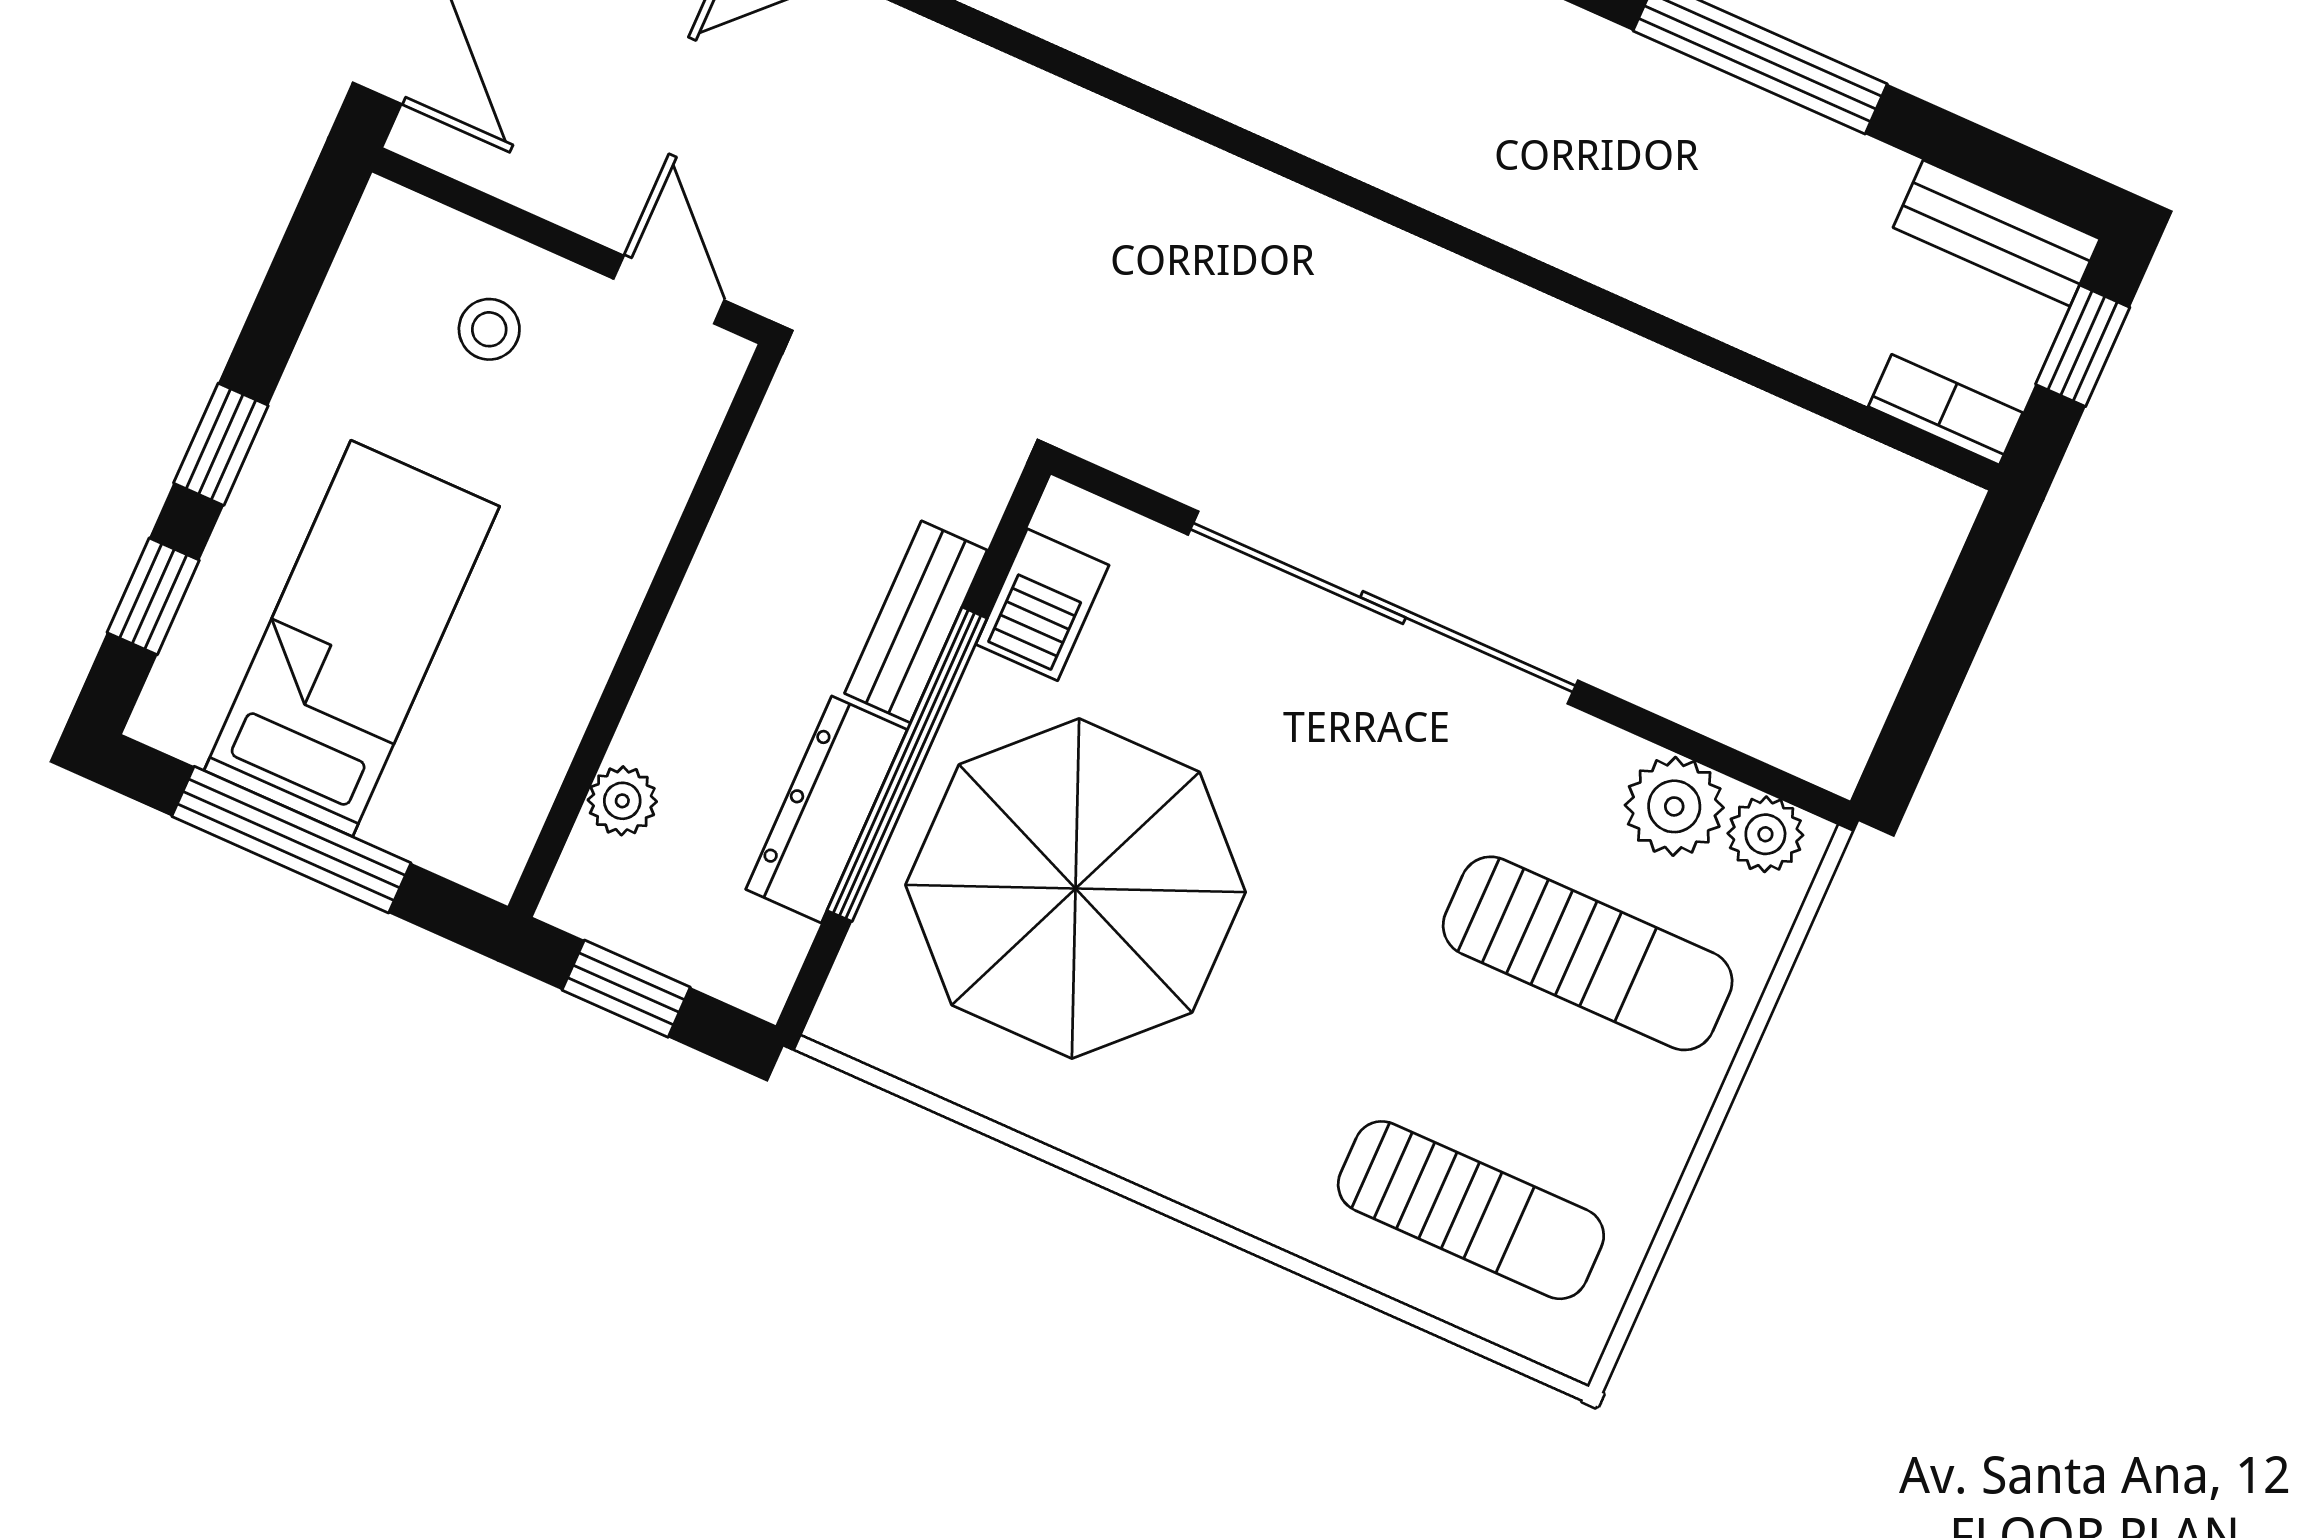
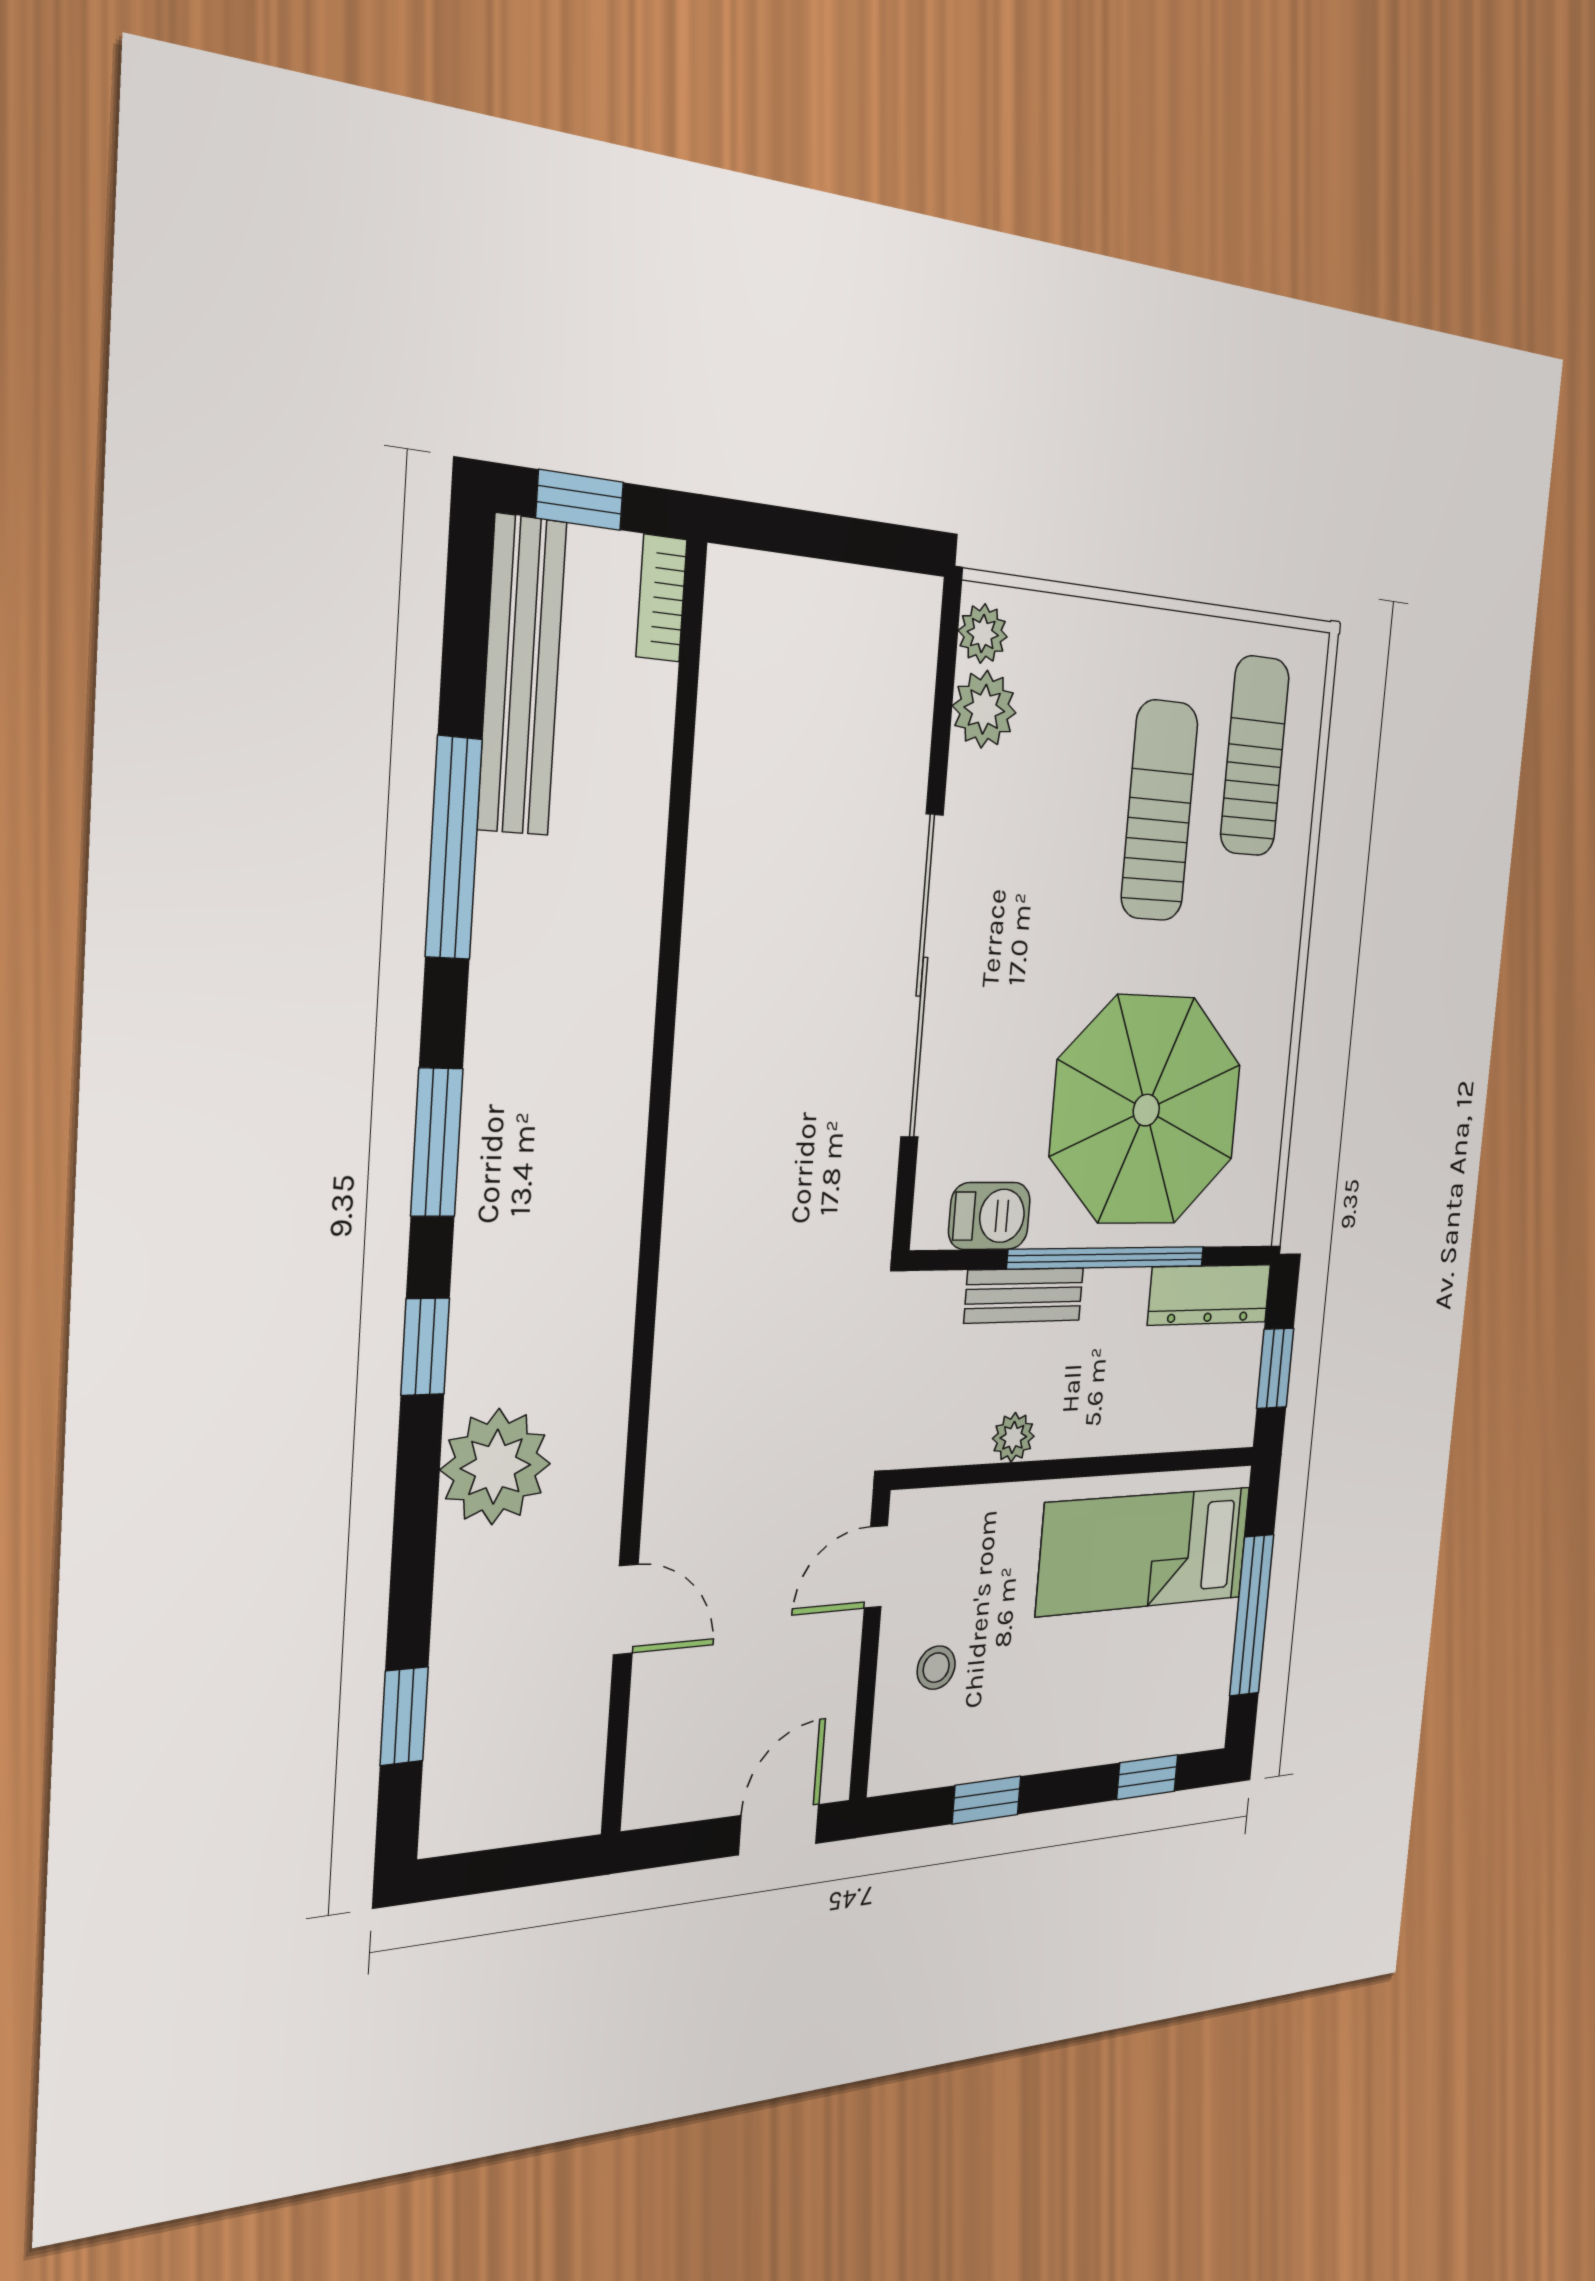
bench: (1997, 233) -> (522, 676), width x1.86, depth x1.21
window: (221, 444) -> (987, 1800), moved
bed: (352, 638) -> (1144, 1551), moved
plant: (622, 801) -> (1013, 1437), moved
dresser: (827, 809) -> (1210, 1295), moved
sun lounger: (1588, 953) -> (1159, 811), moved

